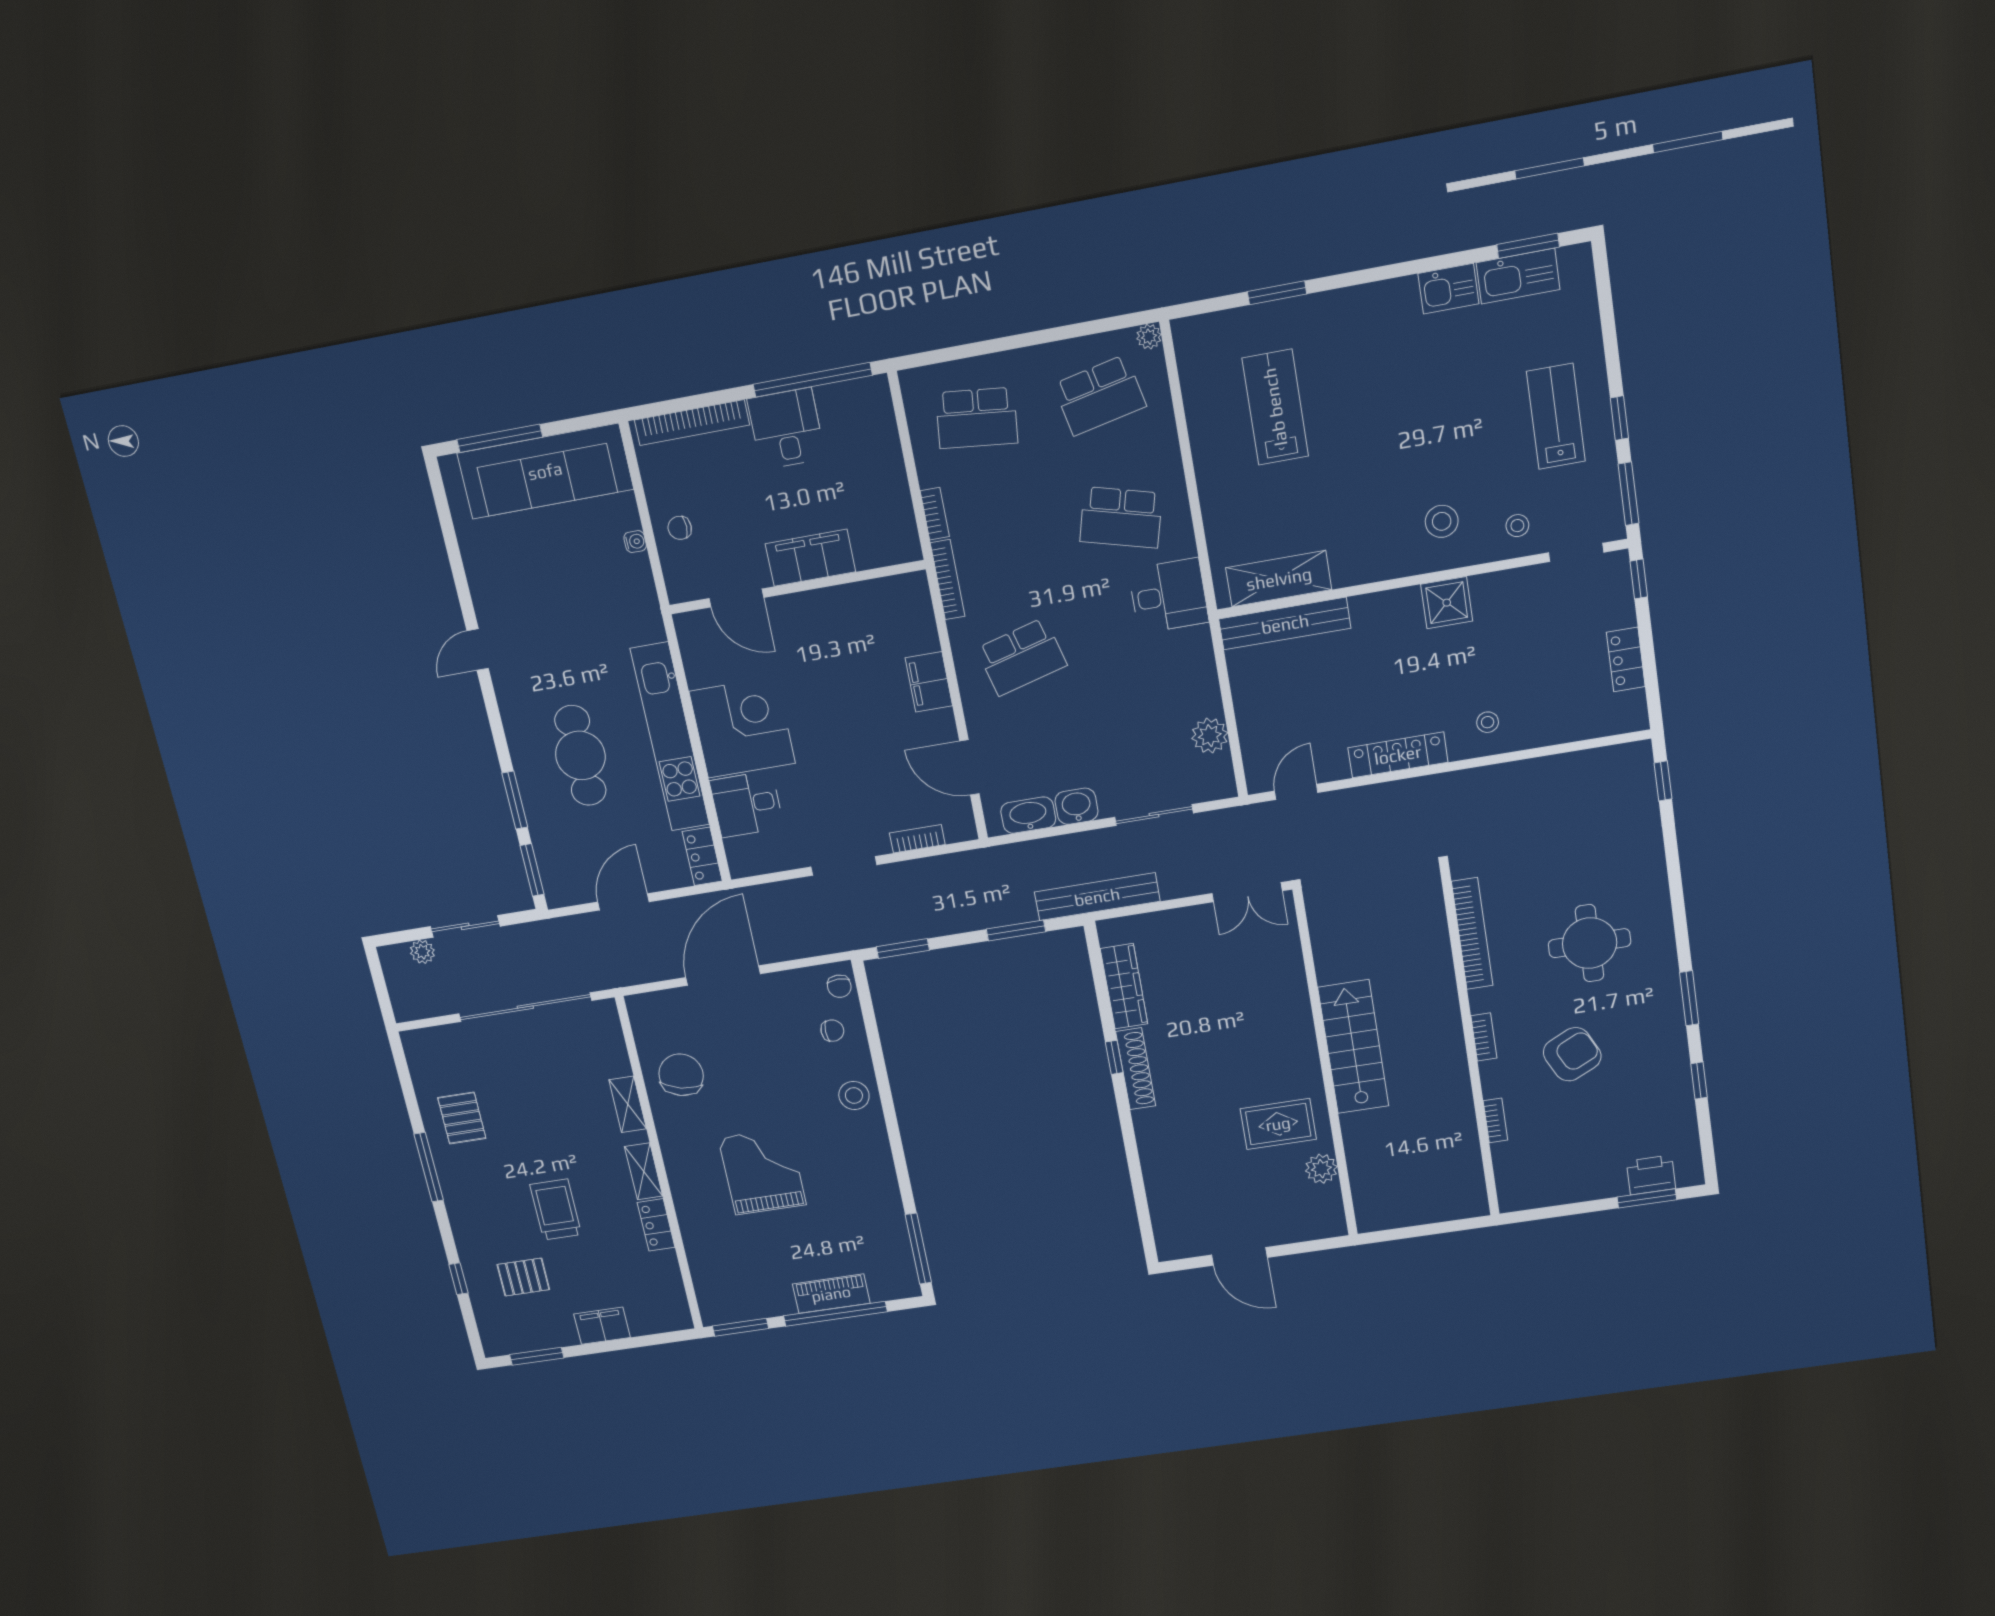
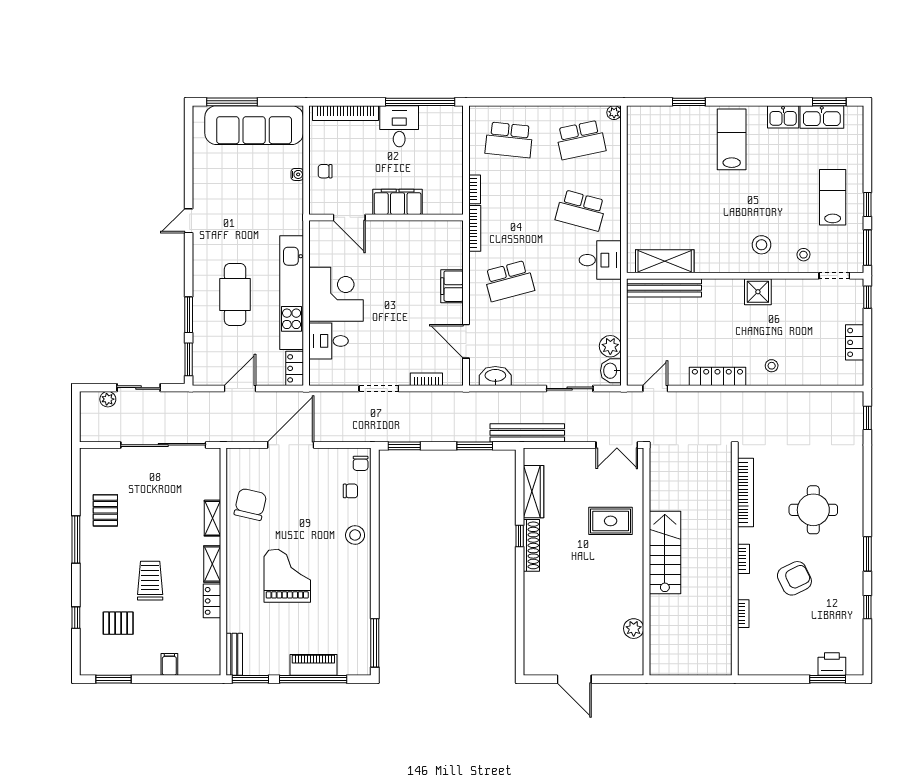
lab bench: (1275, 407) -> (732, 139), moved
washbasin: (1076, 806) -> (611, 371), moved, turned -90
rug: (1278, 1124) -> (611, 521), moved
bench: (708, 1296) -> (234, 654), added
filing cabinet: (602, 1326) -> (169, 664), width x0.50

